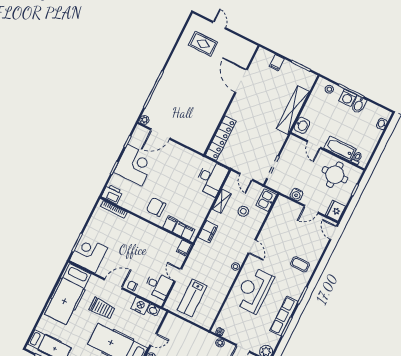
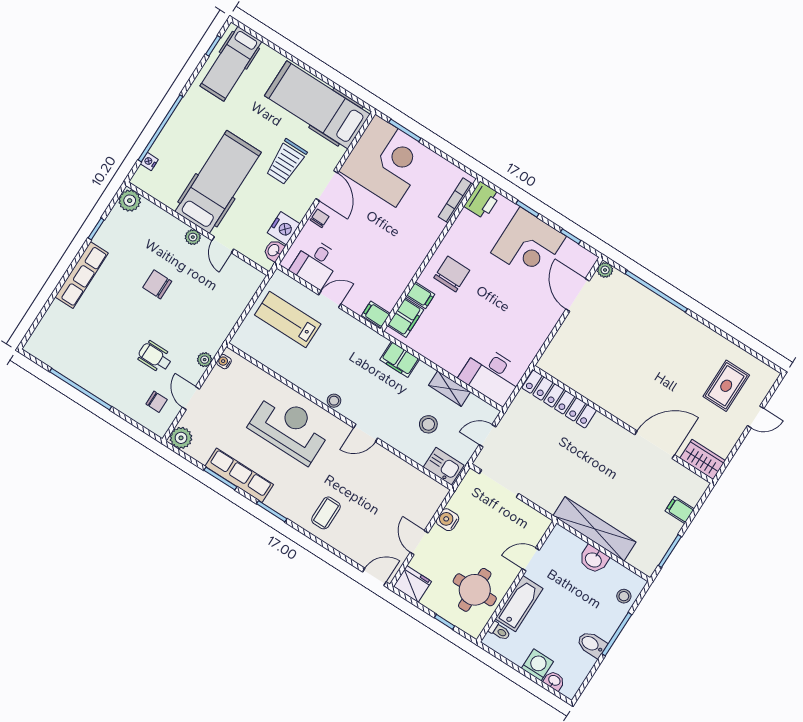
wardrobe: (247, 53) -> (703, 459), added
washing machine: (348, 98) -> (537, 665), moved, turned 90
washbasin: (302, 125) -> (594, 559), moved
corner desk: (89, 254) -> (385, 161), width x1.36, depth x1.36

